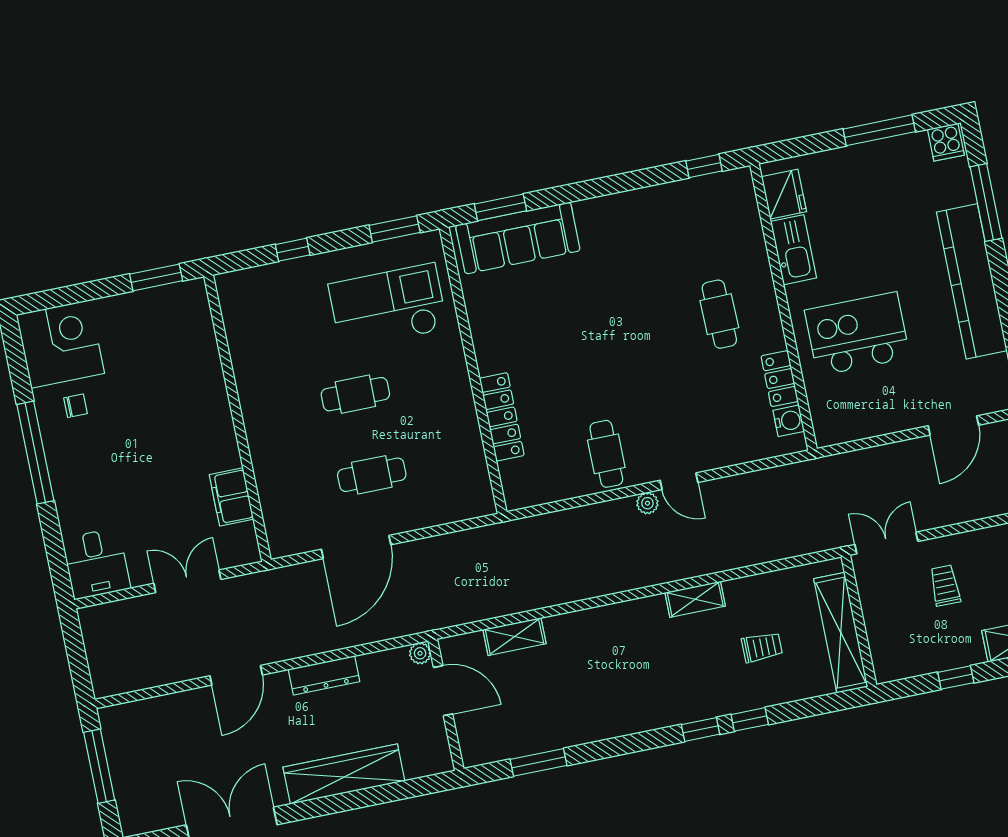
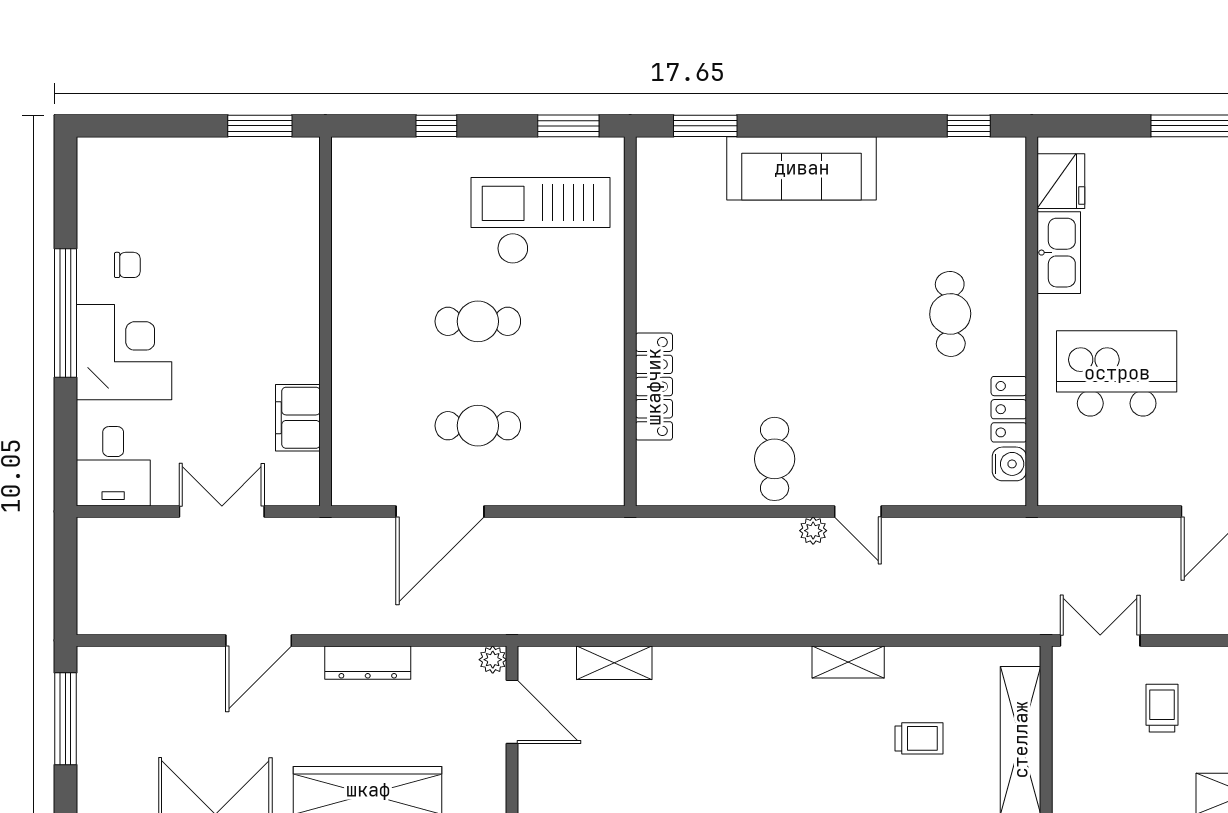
sofa: (518, 238) -> (802, 168), moved
corner desk: (60, 344) -> (124, 352), moved

